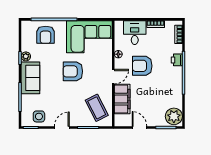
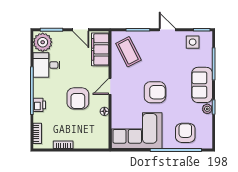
desk: (135, 33) -> (47, 65), moved, turned 90
armchair: (142, 66) -> (78, 98), turned 90
filing cabinet: (122, 99) -> (100, 49), moved
door: (62, 128) -> (167, 30), swing flipped

